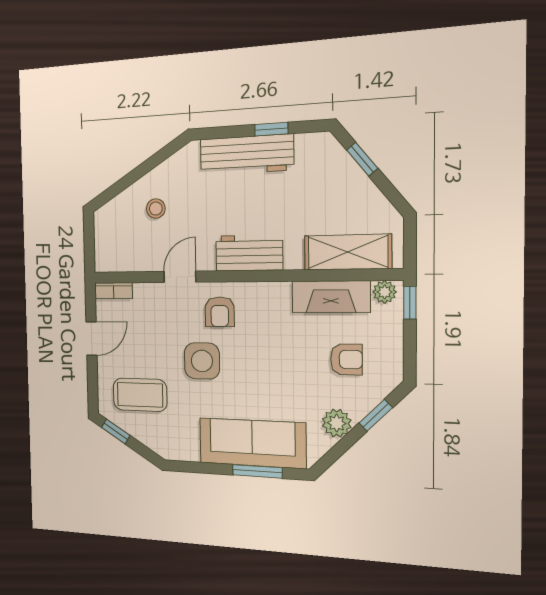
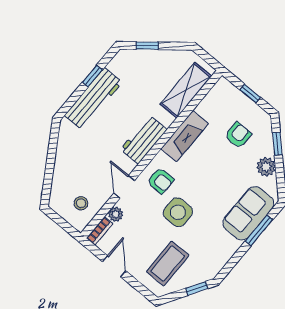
stool: (156, 209) -> (81, 203), moved
plant: (385, 292) -> (116, 214), moved
fireplace: (331, 297) -> (185, 136), moved
window: (410, 303) -> (250, 94), moved
window: (116, 431) -> (197, 288), moved
sofa: (252, 443) -> (248, 213), width x0.73

